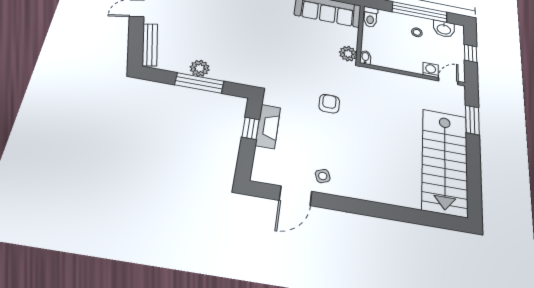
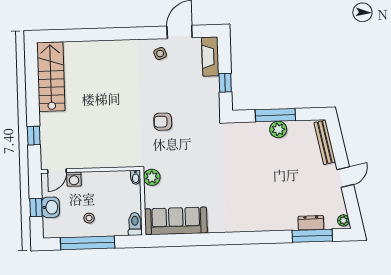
washbasin: (444, 29) -> (51, 207), moved, turned 90
armchair: (329, 104) -> (163, 122), turned 90
window: (472, 120) -> (34, 136), width x0.67
fireplace: (268, 126) -> (210, 57), moved
stairs: (445, 162) -> (51, 77), width x0.73, depth x0.66

